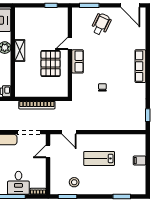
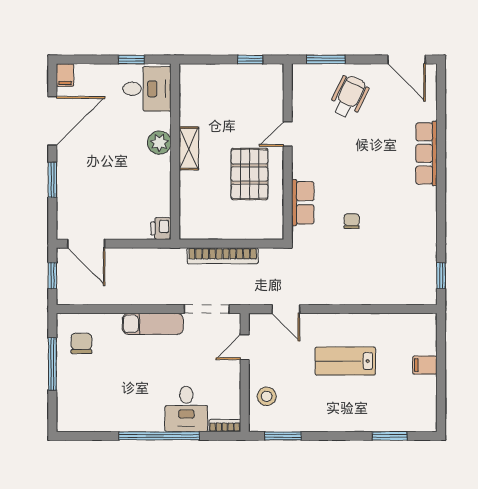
row of seats: (78, 61) -> (303, 203), moved
row of seats: (140, 66) -> (426, 153), moved
stool: (74, 182) -> (267, 396), moved

